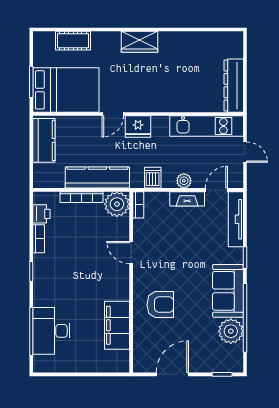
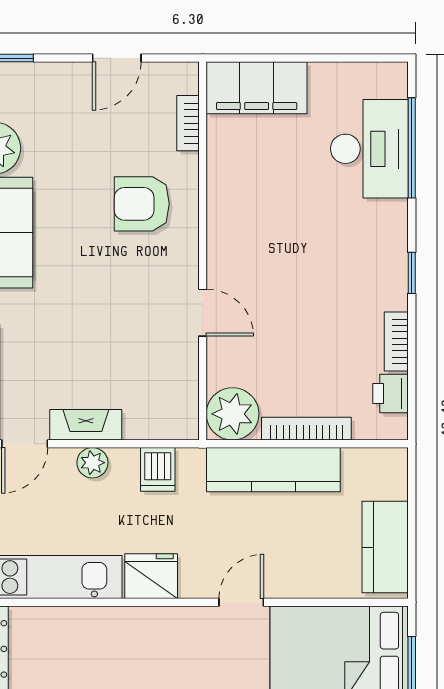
fridge: (138, 127) -> (151, 576), moved
bookcase: (138, 205) -> (188, 123), moved
filing cabinet: (117, 325) -> (257, 88), moved, turned 90
door: (172, 374) -> (117, 58), width x0.73

